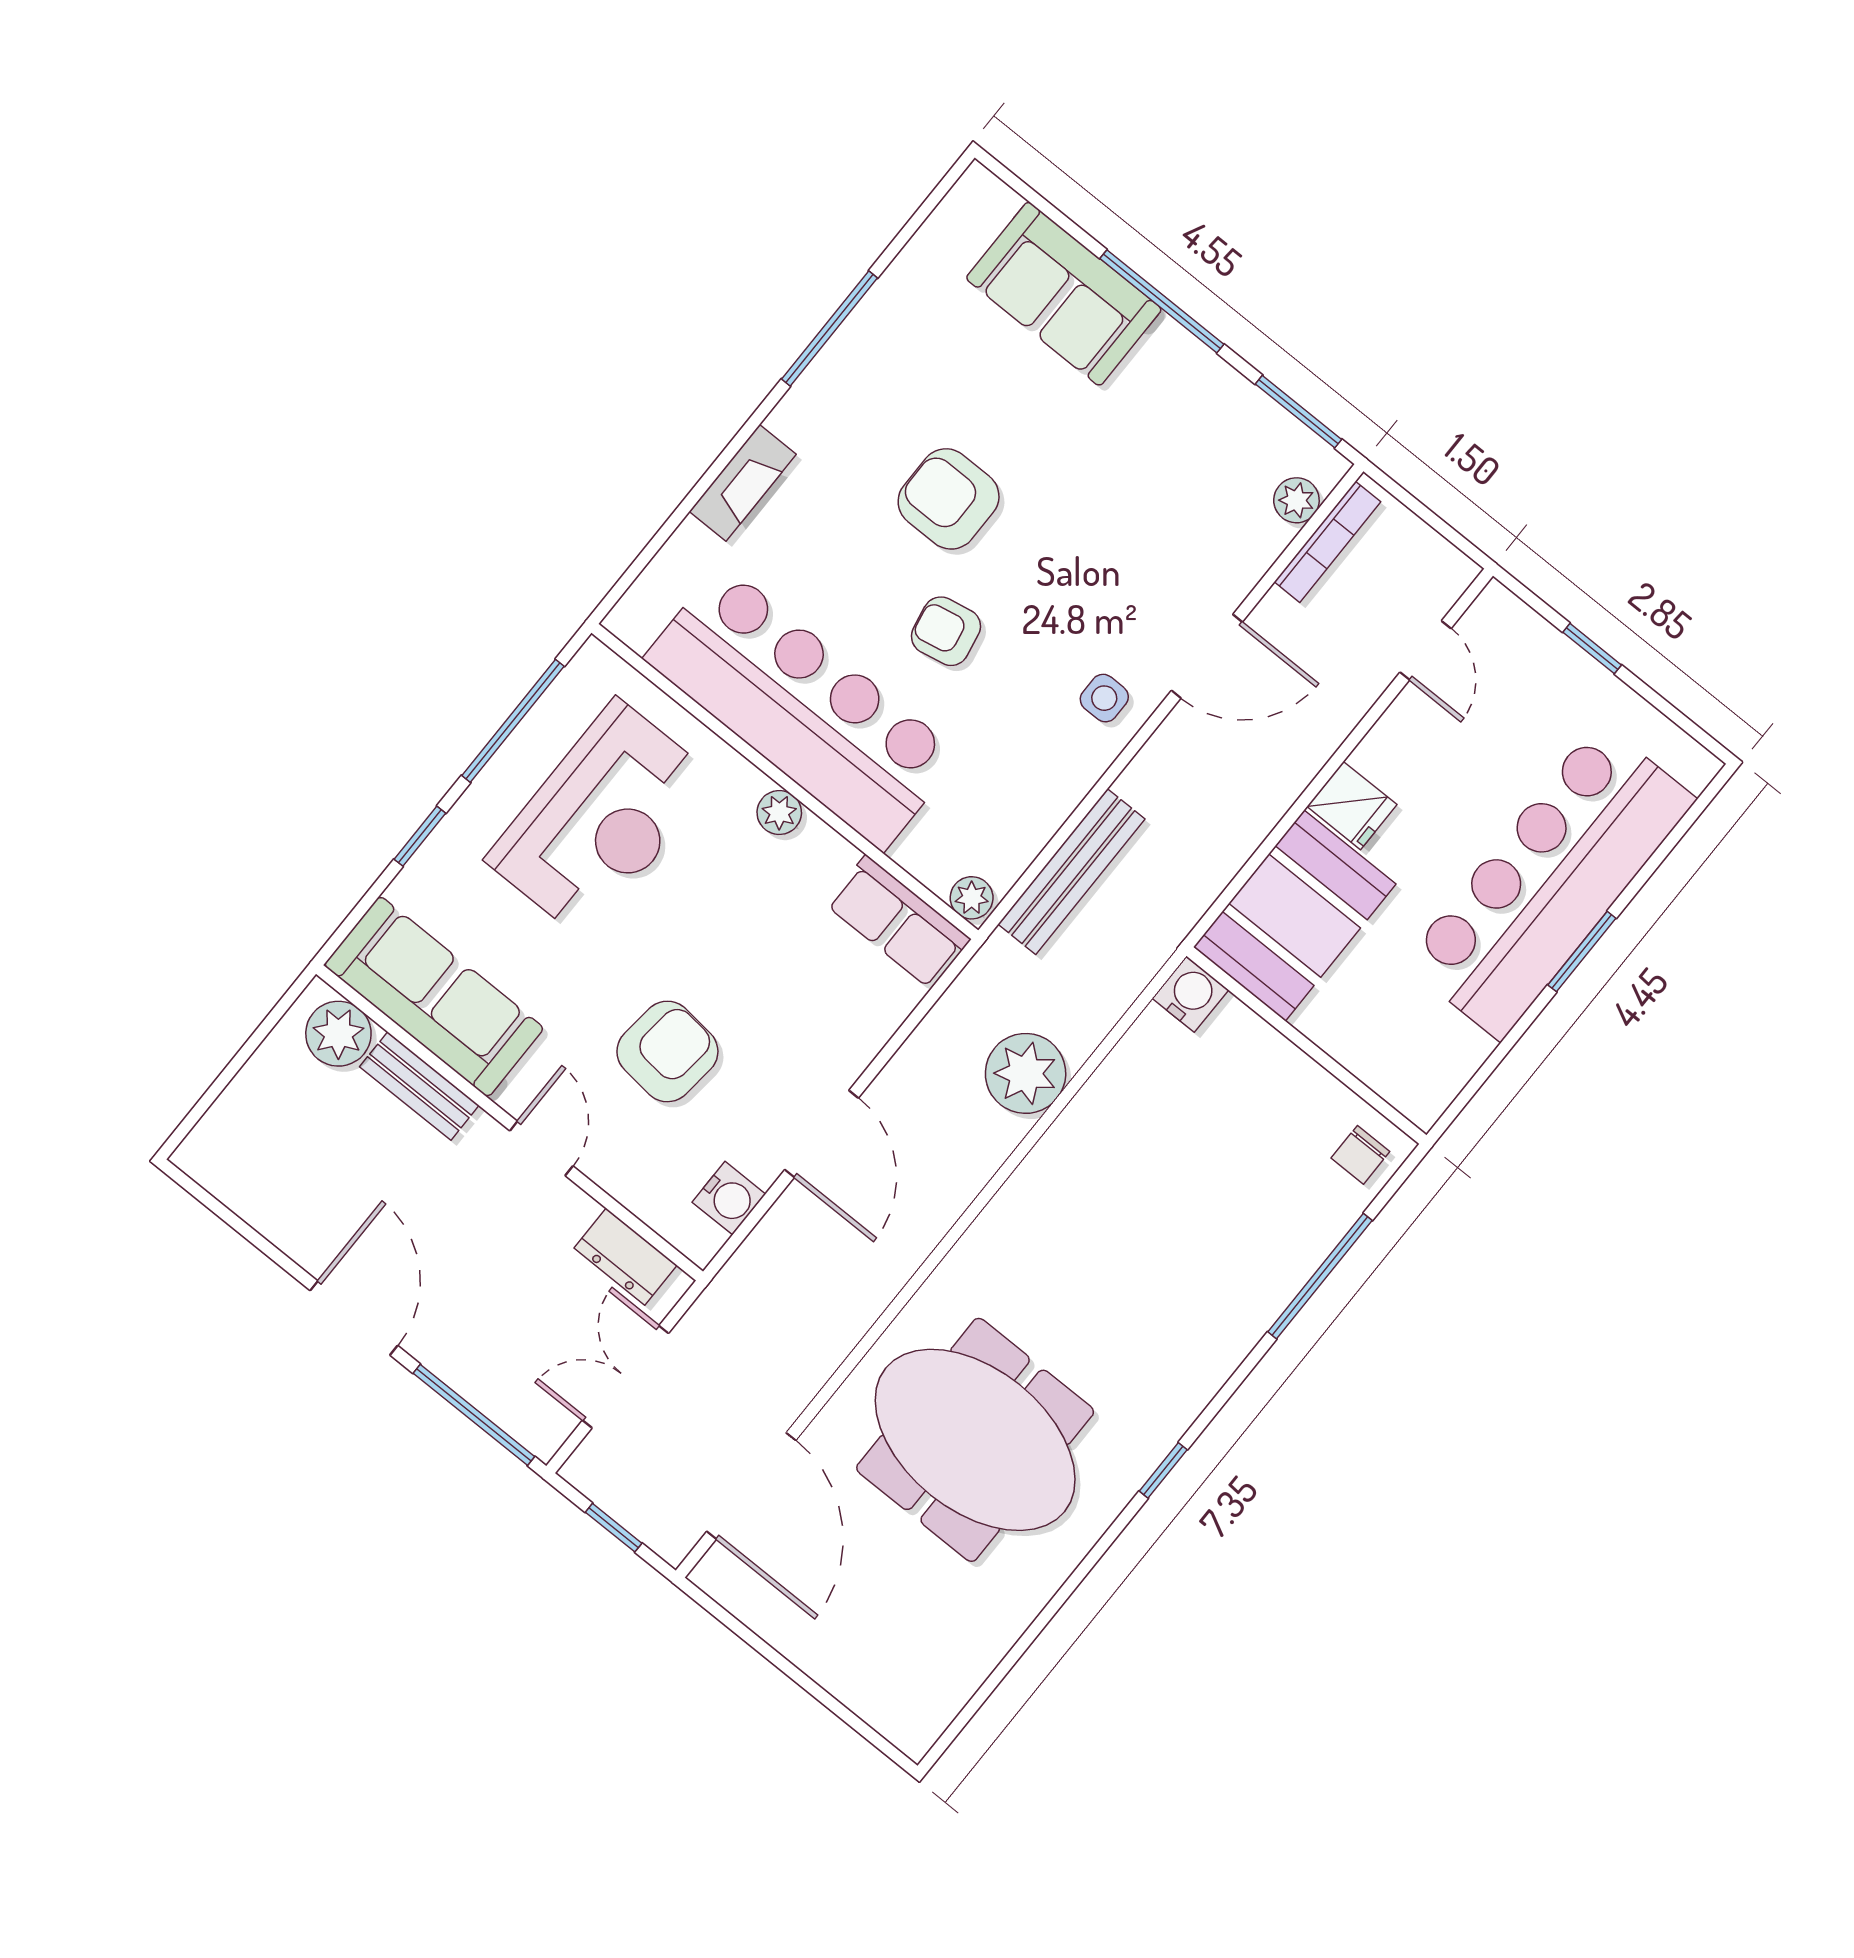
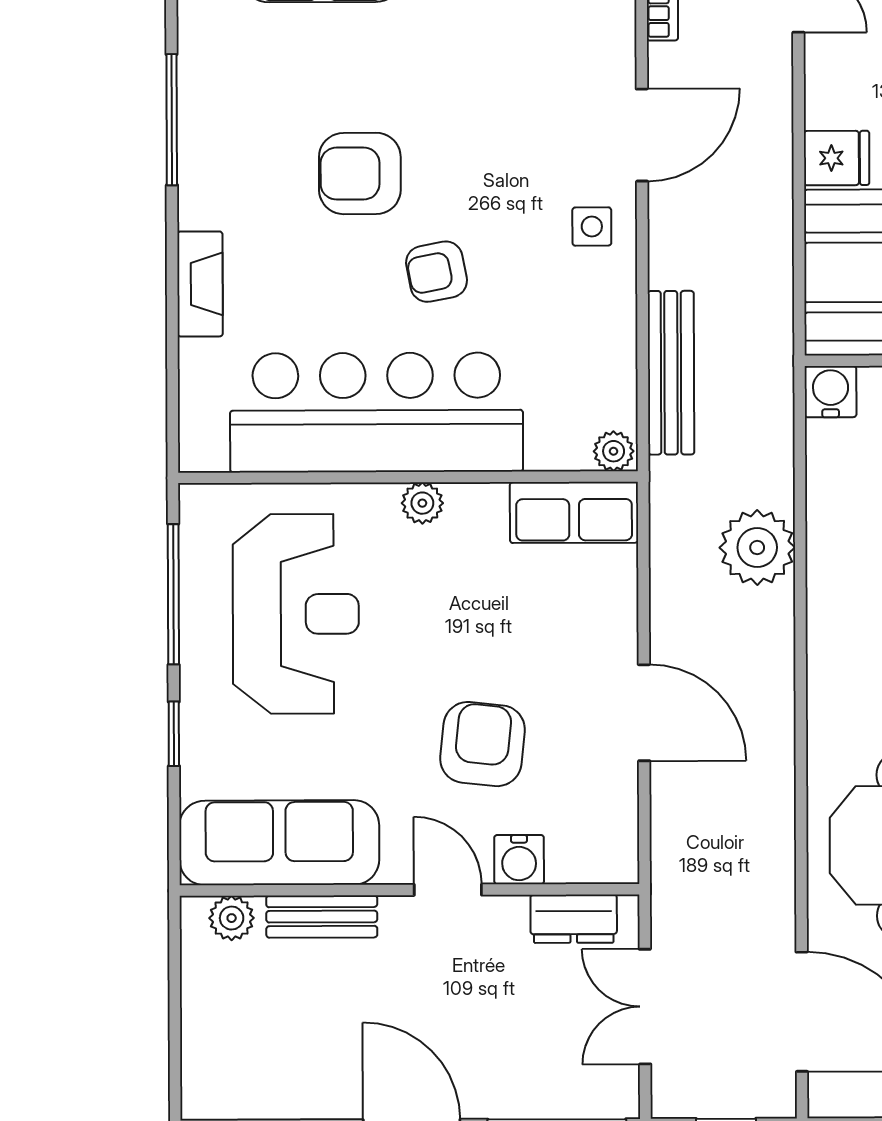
plant: (338, 1034) -> (232, 918), width x0.73, depth x0.73
water cooler: (729, 1198) -> (519, 860), moved, turned 90

